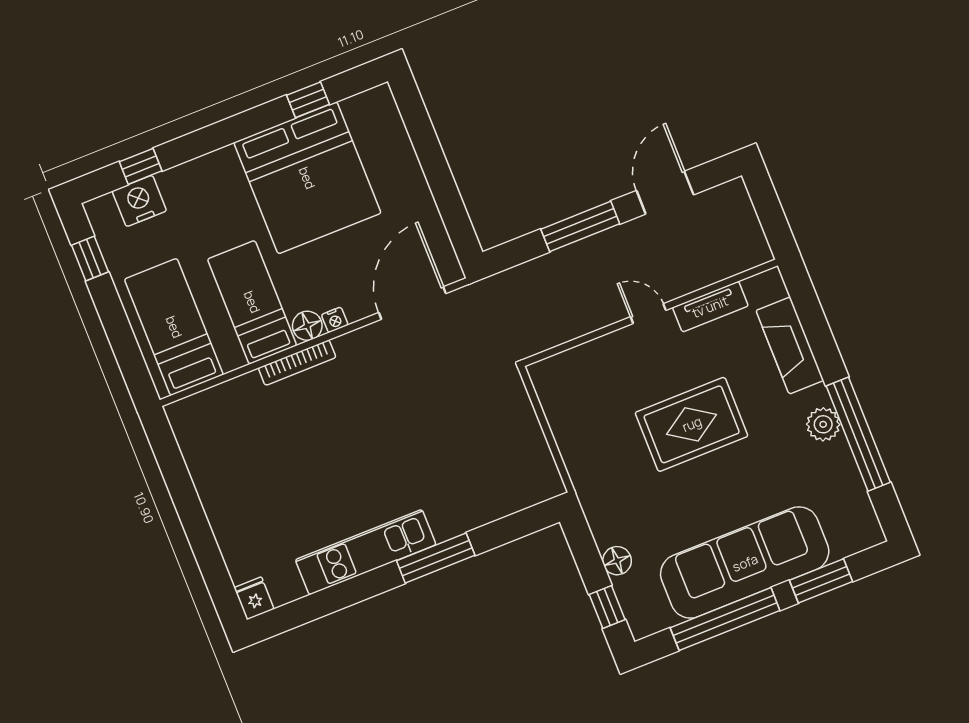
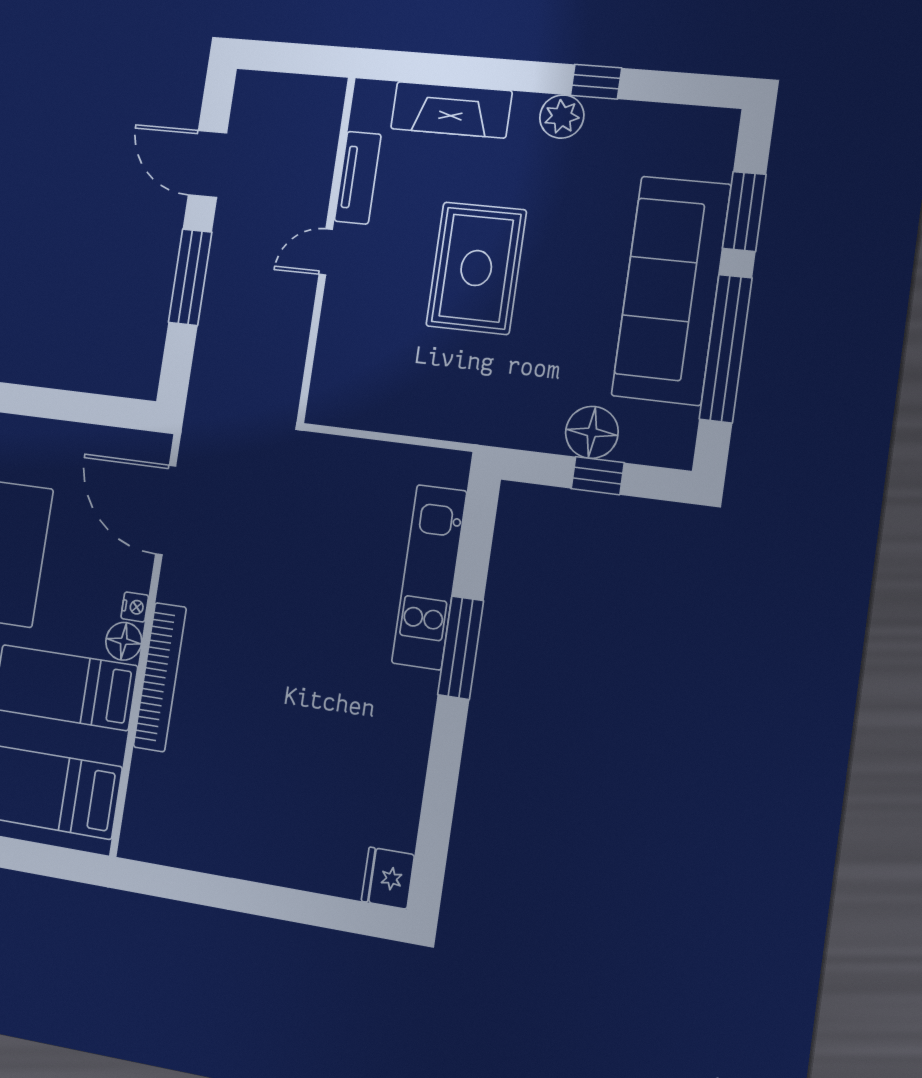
bookcase: (297, 363) -> (160, 677), width x1.48, depth x1.31
window: (858, 434) -> (596, 82), width x0.32
kitchen unit: (366, 552) -> (429, 577), moved
floor lamp: (617, 561) -> (592, 432), width x1.38, depth x1.38
fridge: (254, 598) -> (388, 878), width x1.38
window: (607, 607) -> (598, 476), moved

